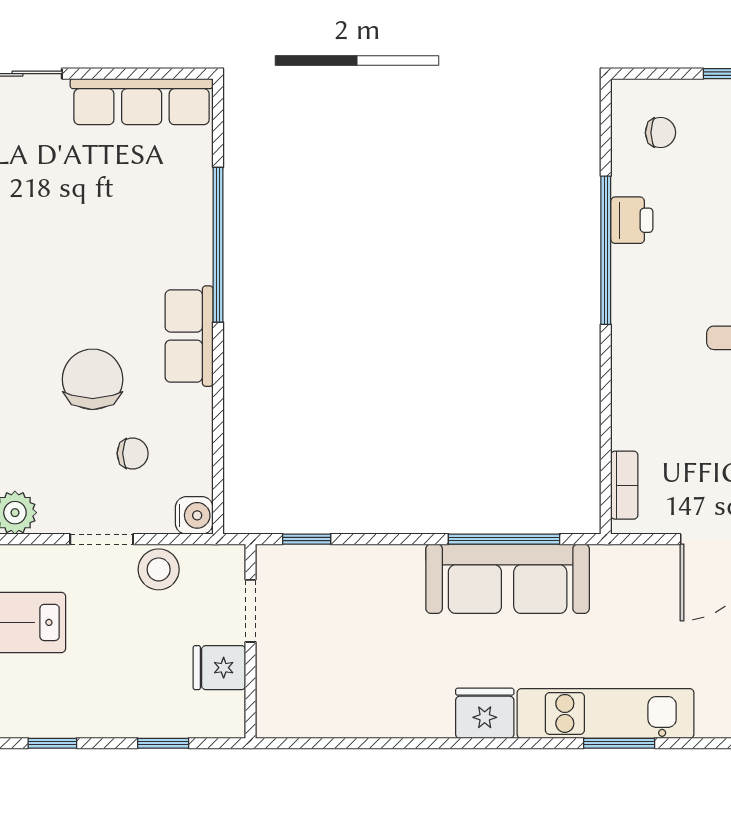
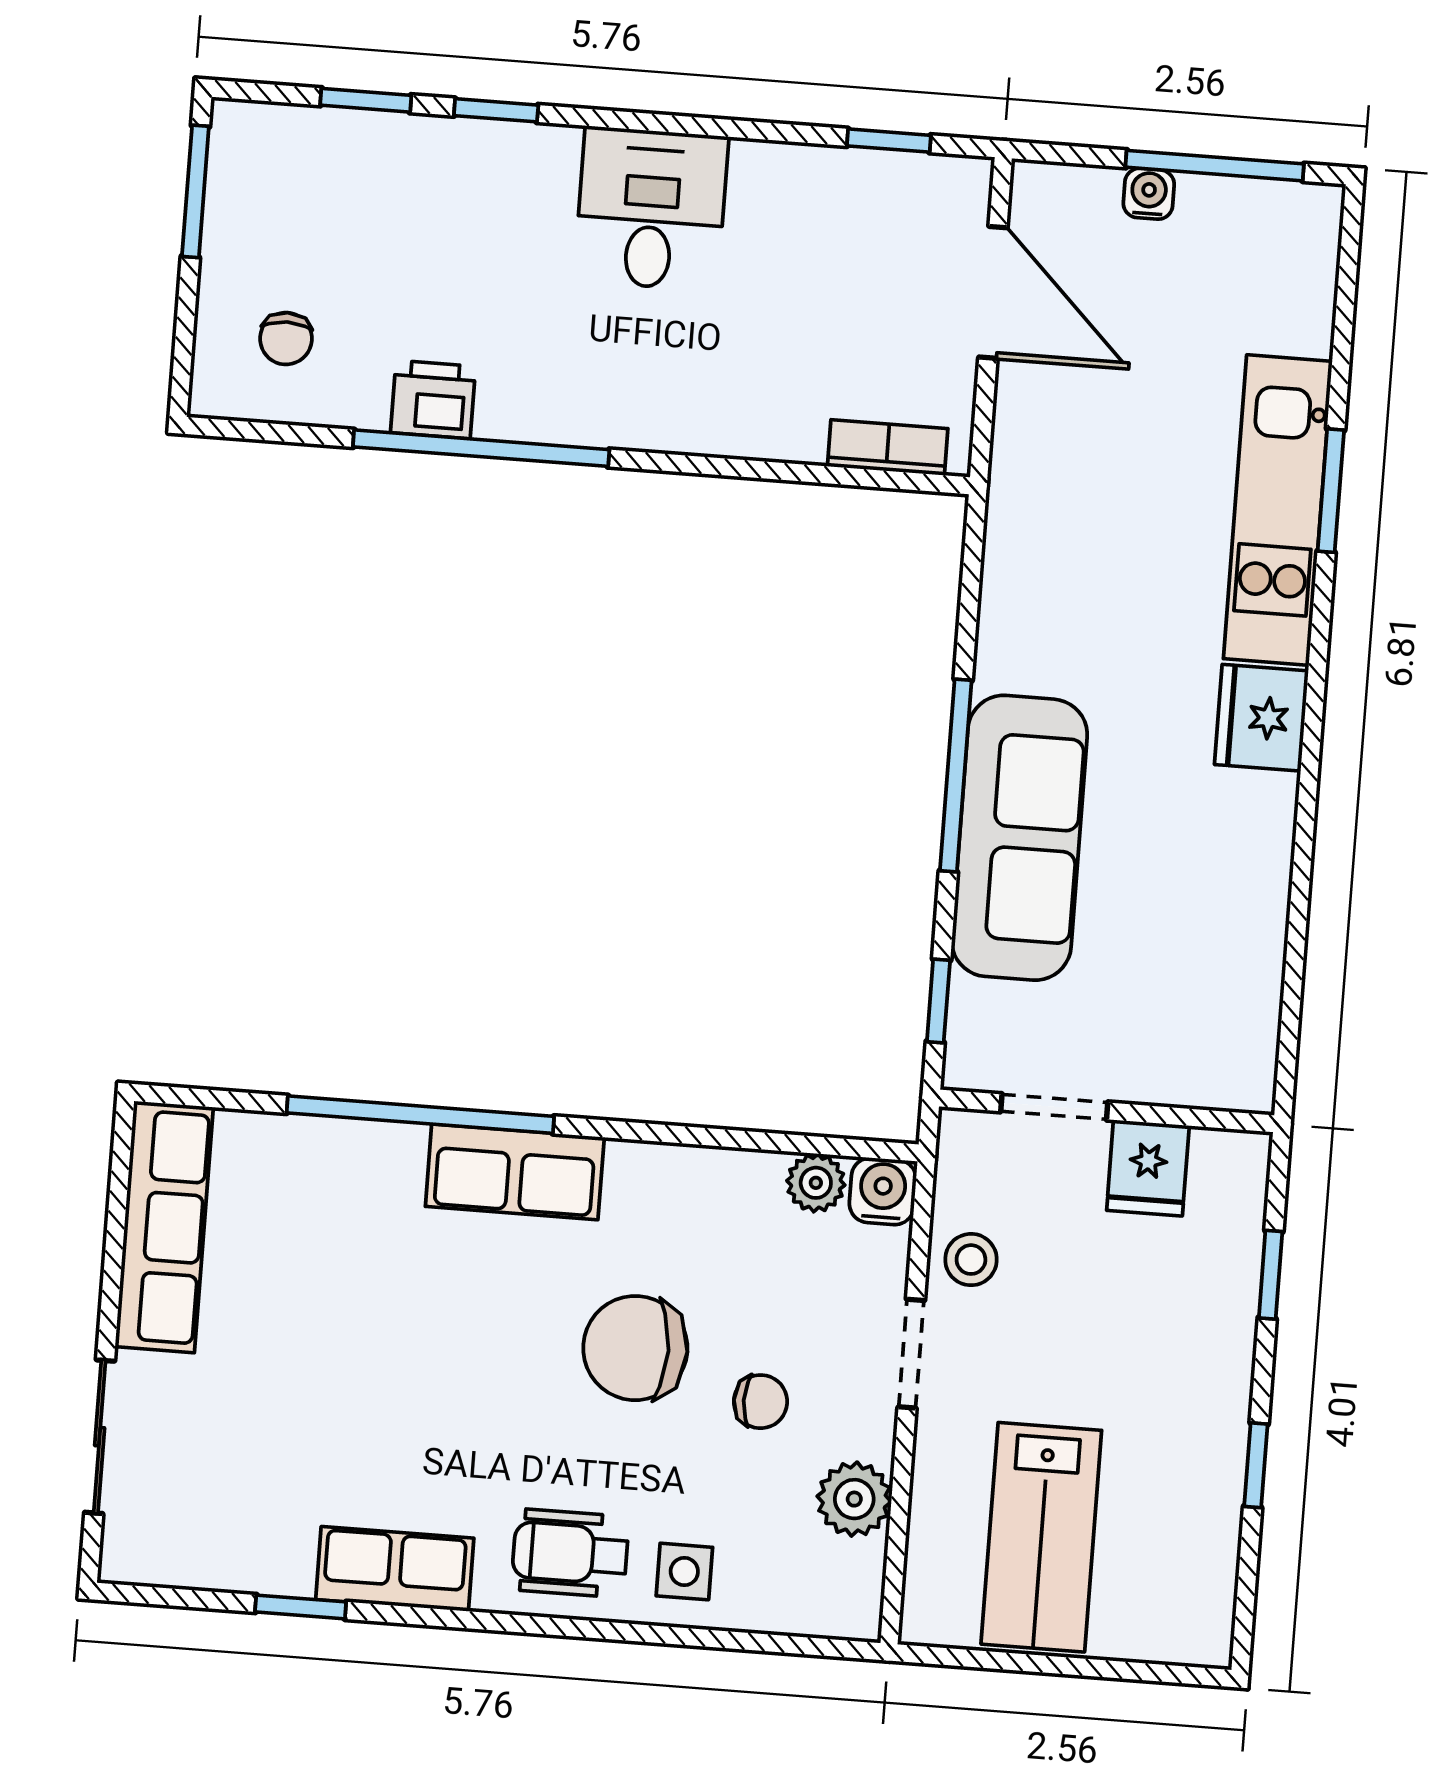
chair: (661, 133) -> (286, 339), turned 180
row of seats: (189, 336) -> (515, 1172), moved
chair: (133, 453) -> (761, 1402), moved, turned 90
plant: (196, 476) -> (816, 1183), added
window: (504, 539) -> (956, 776), moved
stool: (159, 569) -> (971, 1260), width x0.73, depth x0.73
sofa: (508, 579) -> (1019, 838), moved

